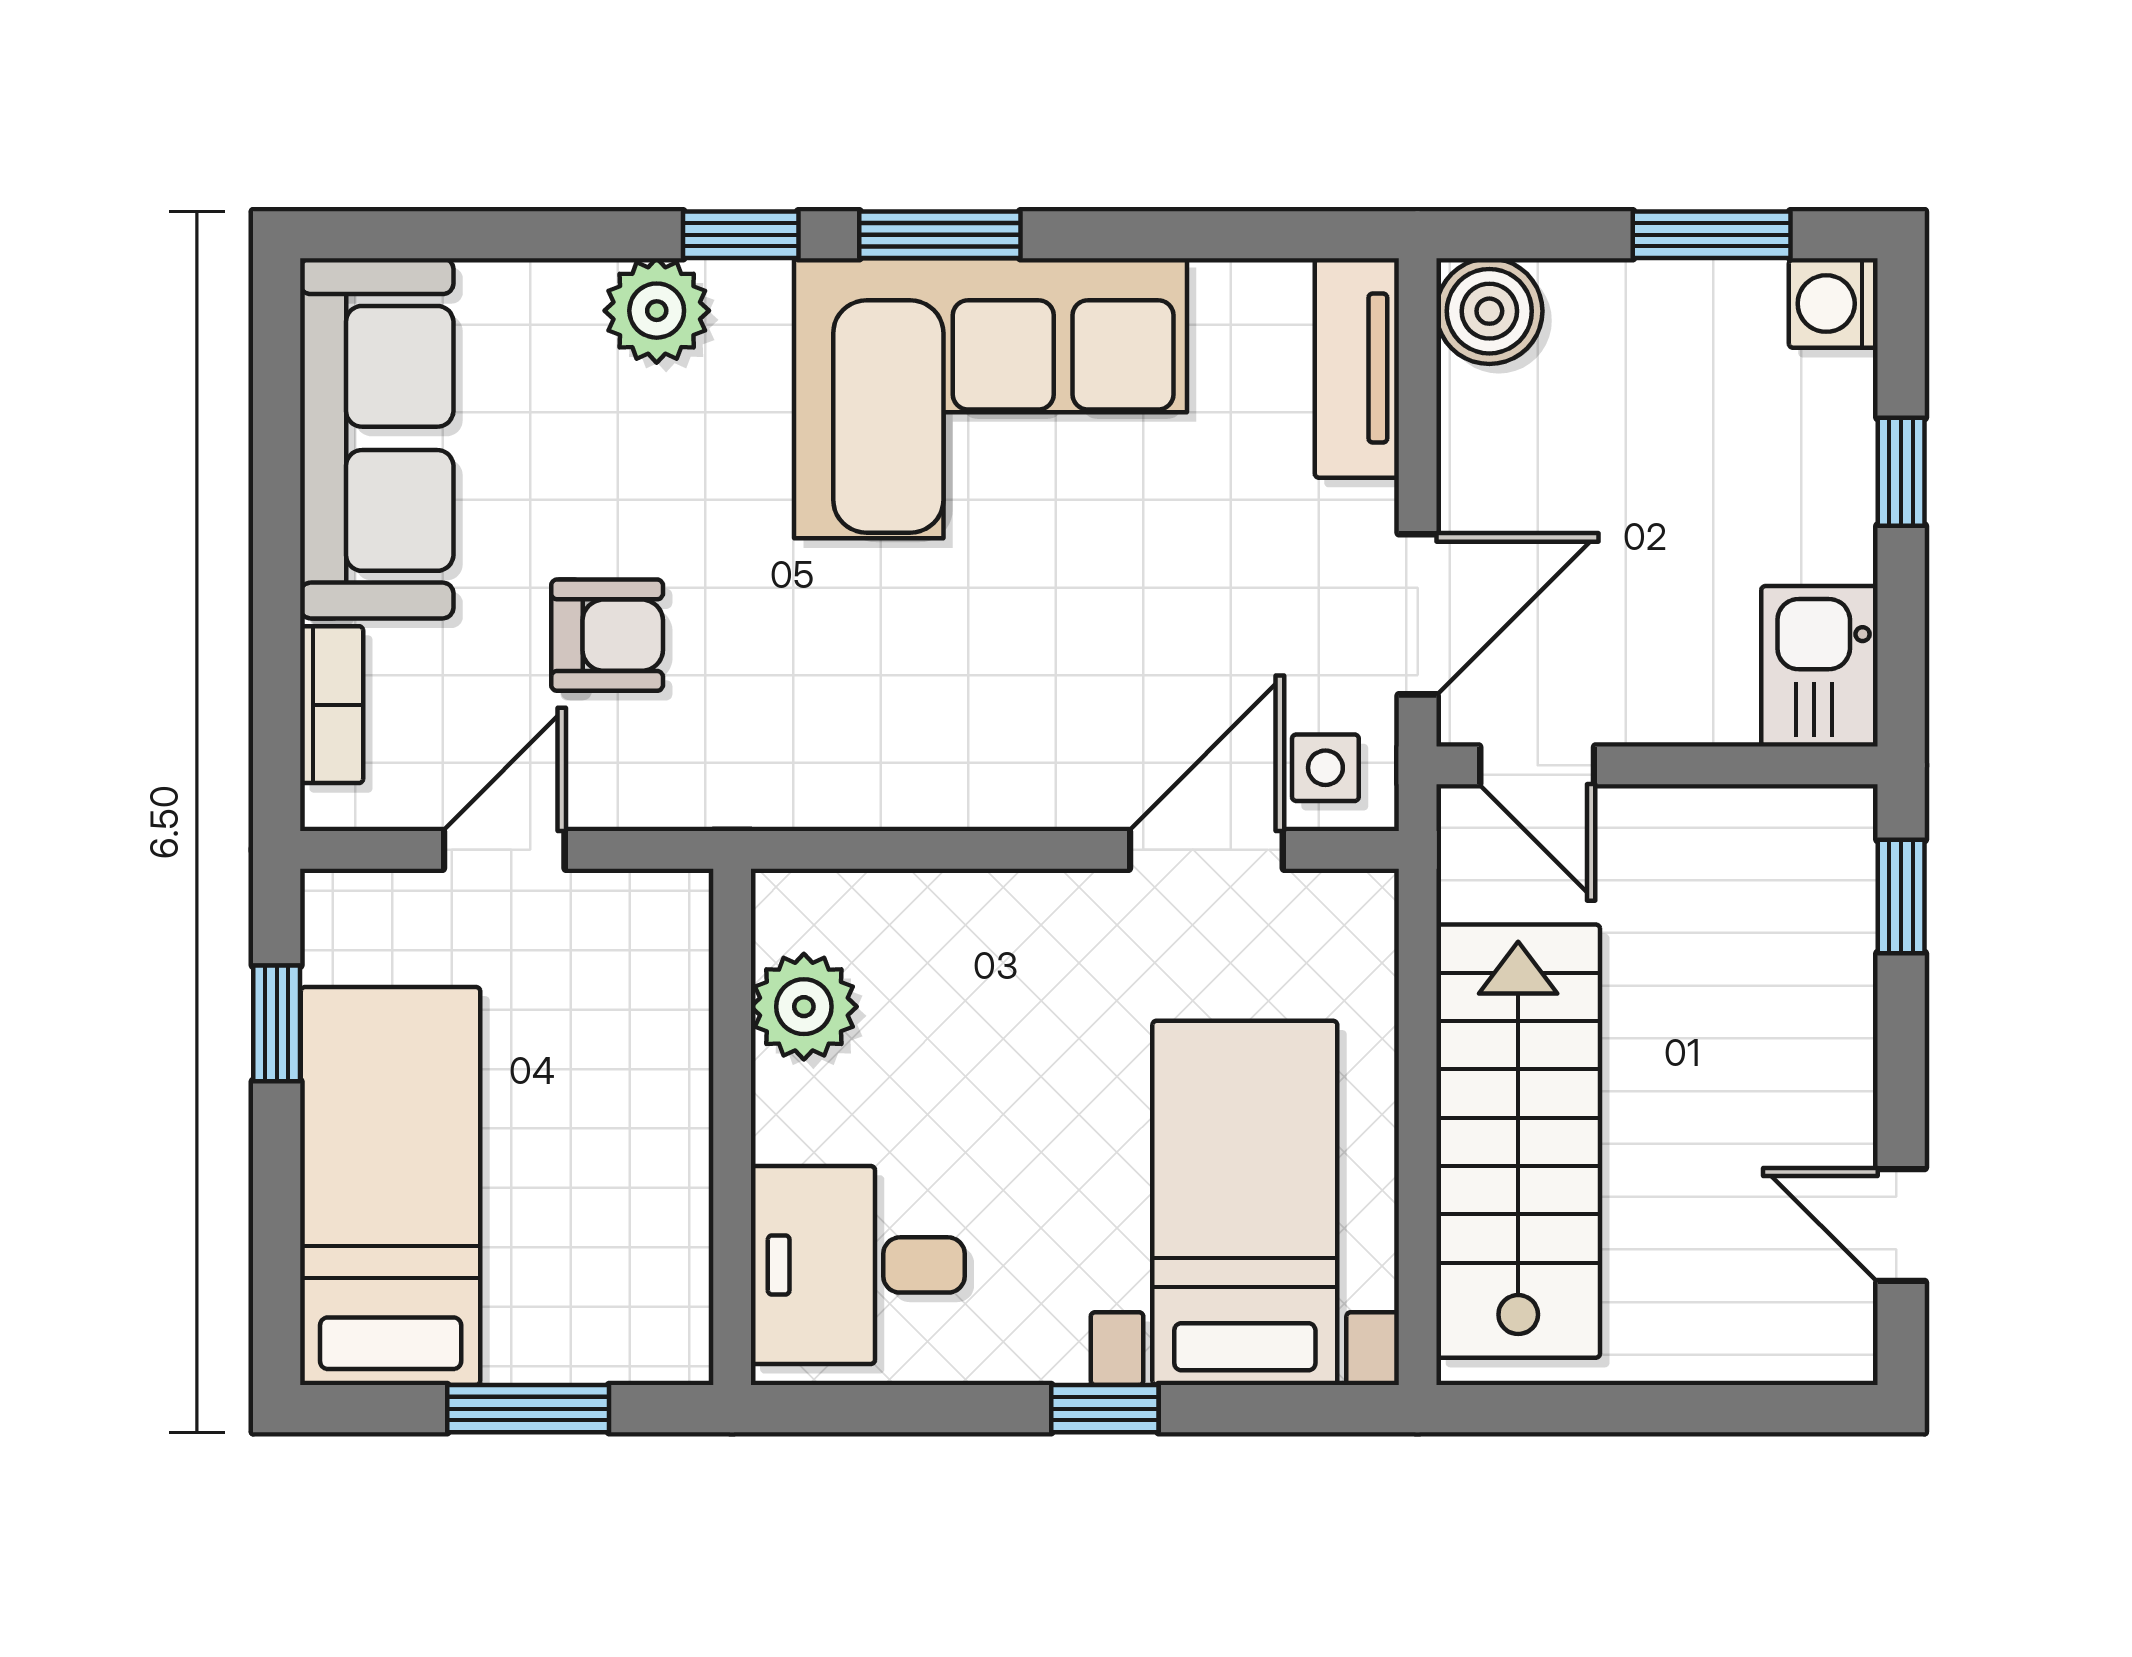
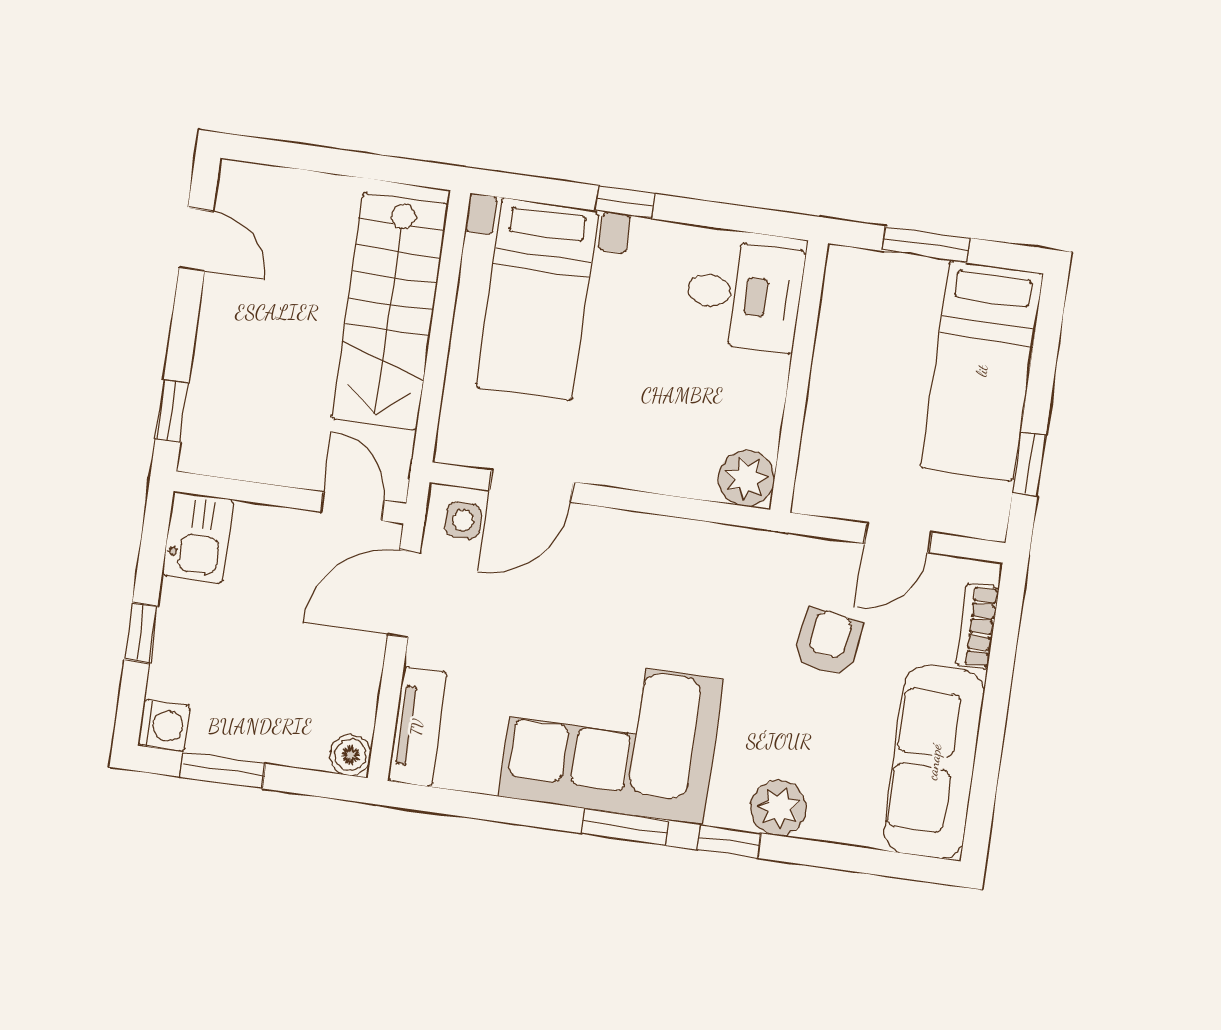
boiler: (1489, 311) -> (350, 755), width x0.73, depth x0.73
armchair: (607, 635) -> (828, 642), turned 98
plant: (804, 1007) -> (747, 478), moved

